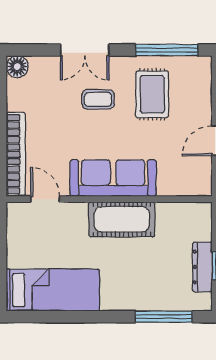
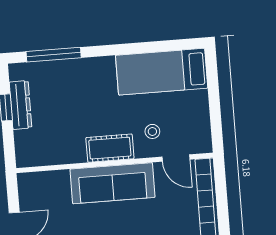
cot: (122, 219) -> (110, 148), width x0.73, depth x0.75
stool: (67, 229) -> (152, 131), added

